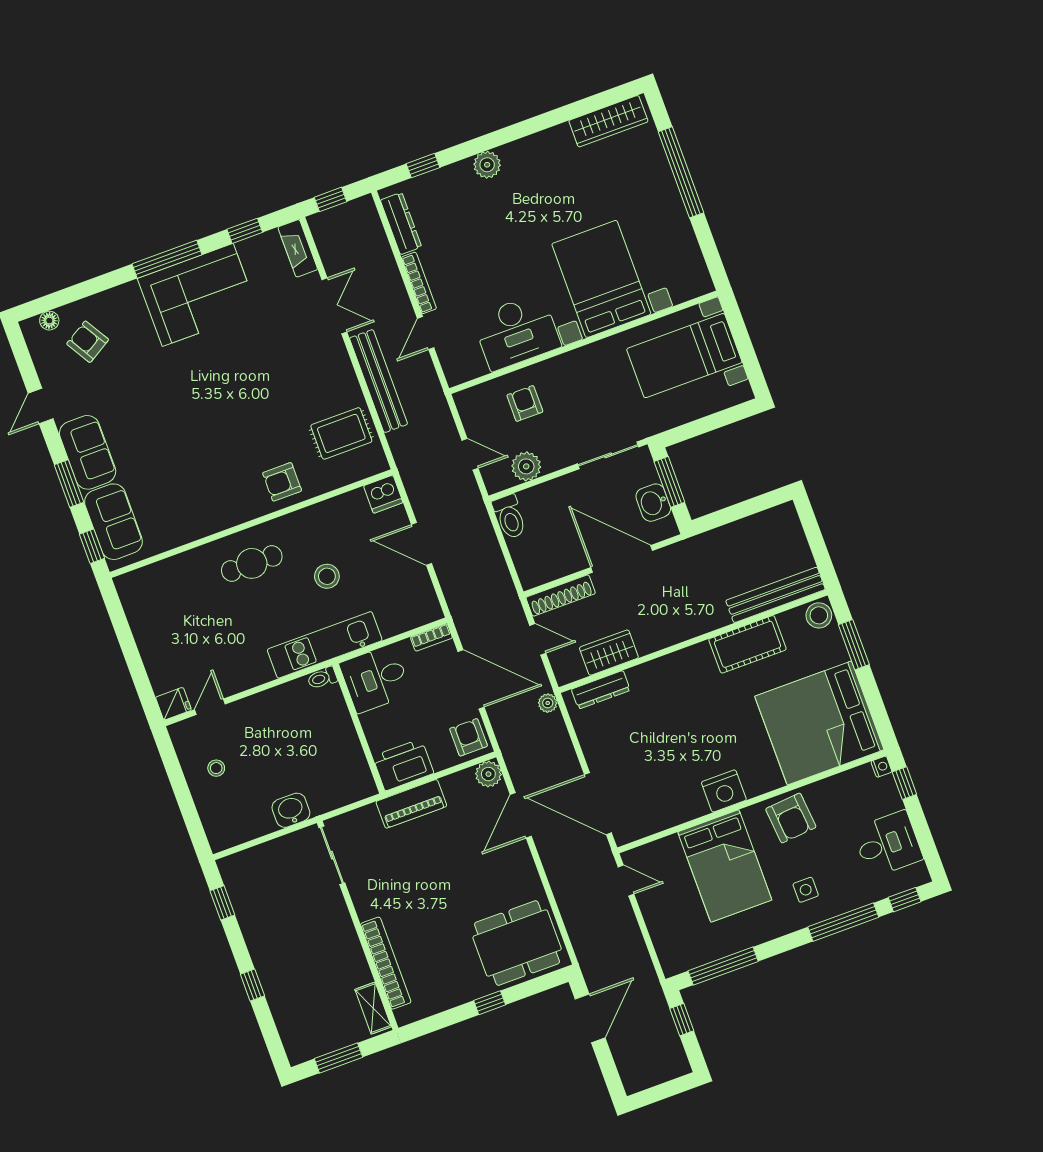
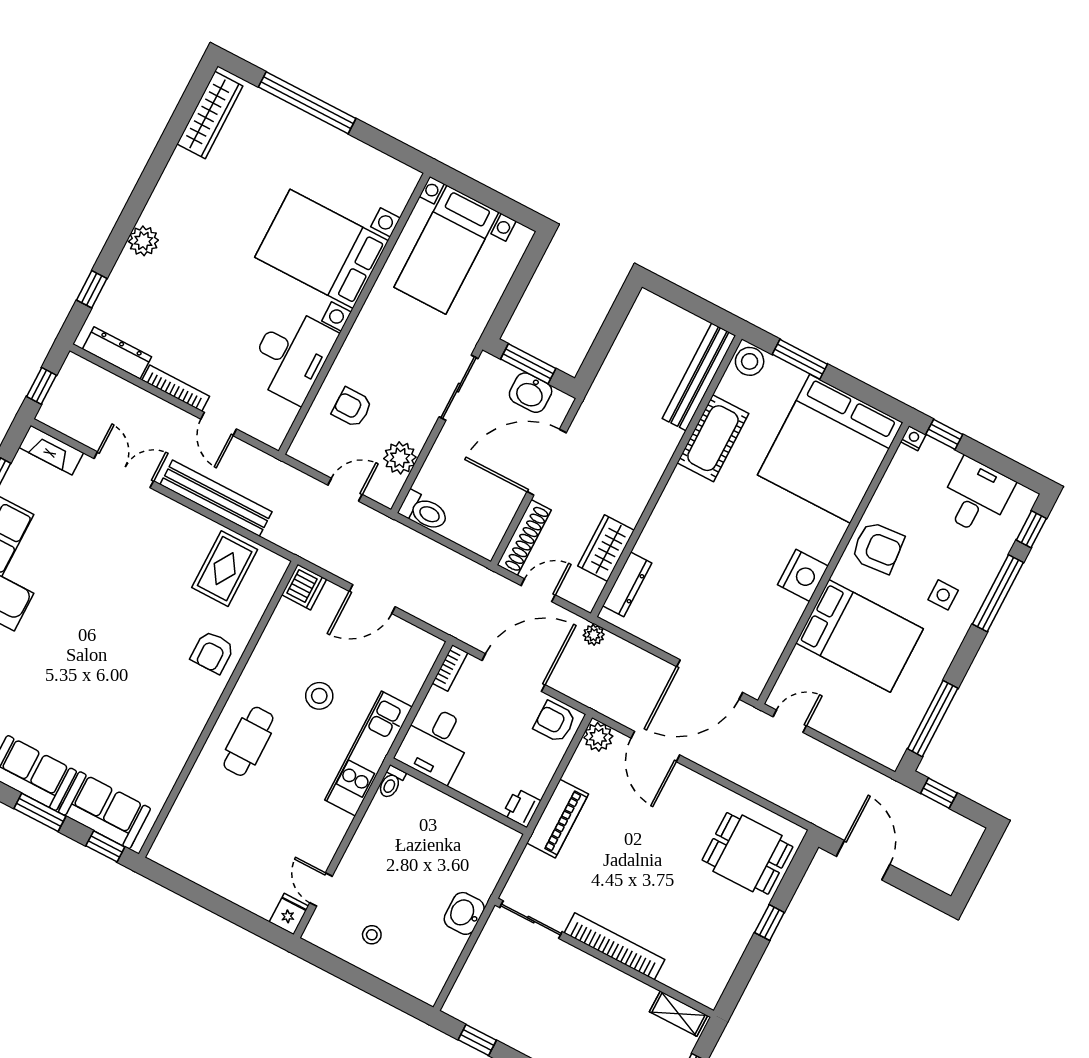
printer: (403, 765) -> (522, 808), width x0.53, depth x0.68
dining table: (517, 943) -> (747, 853), width x0.73
bookcase: (386, 963) -> (615, 946), moved

